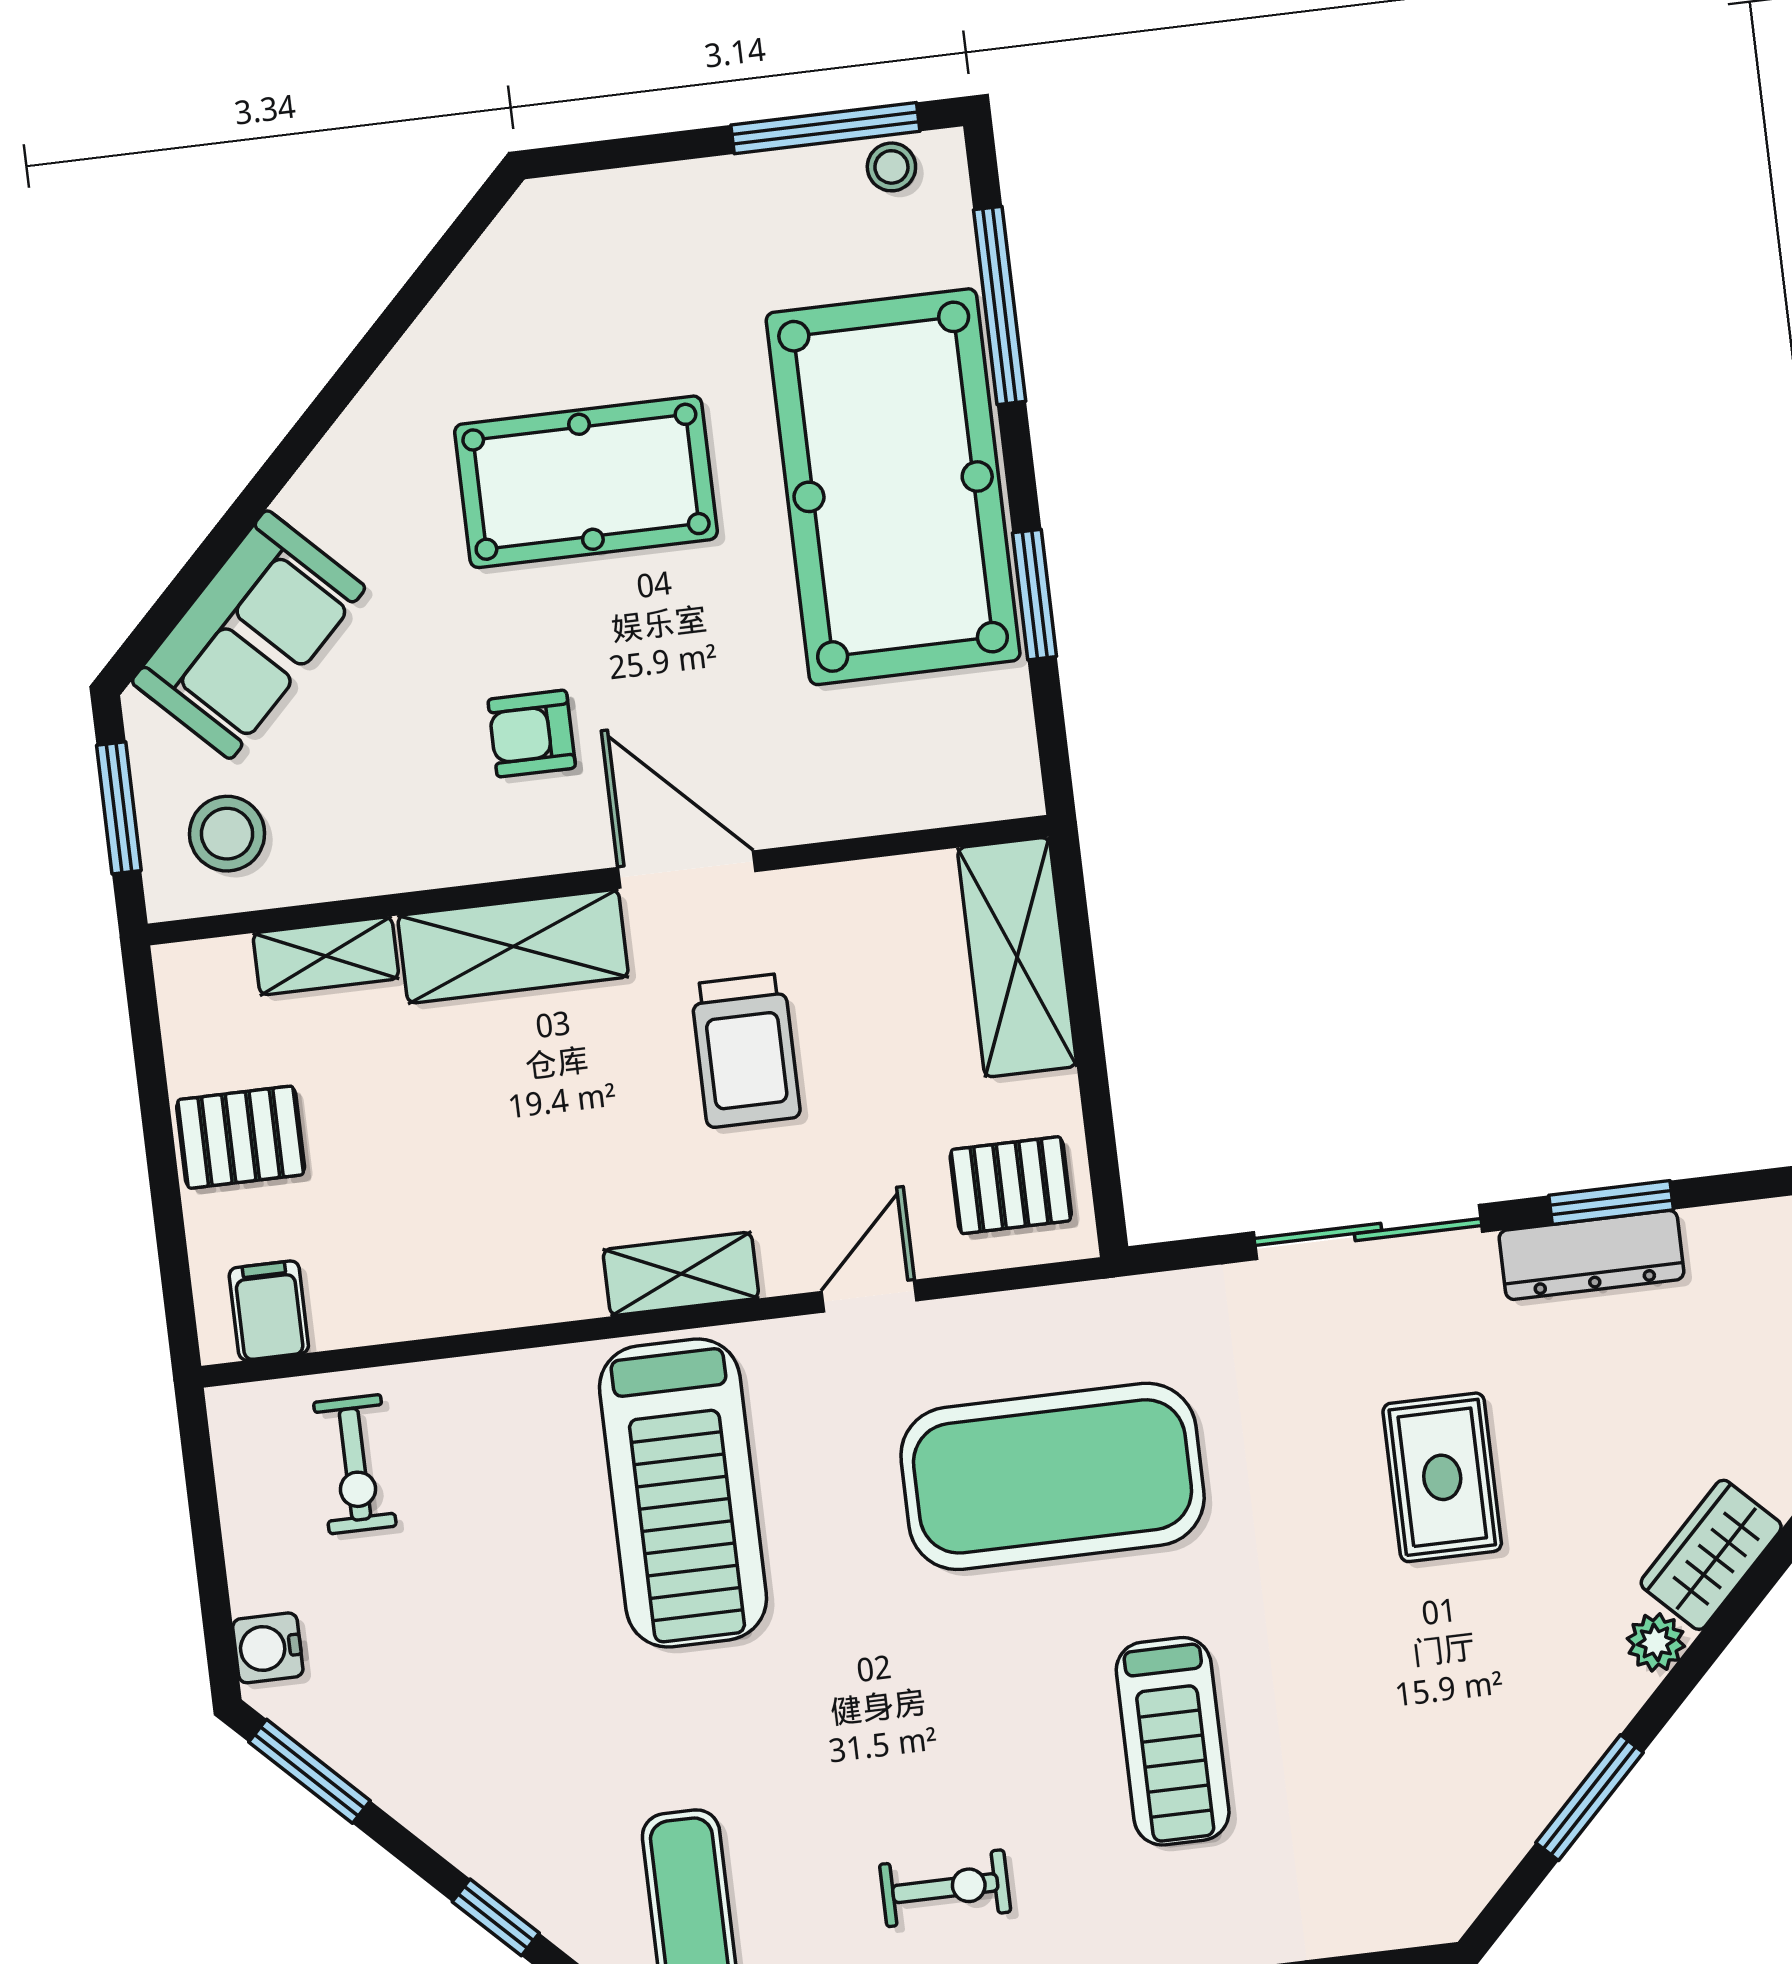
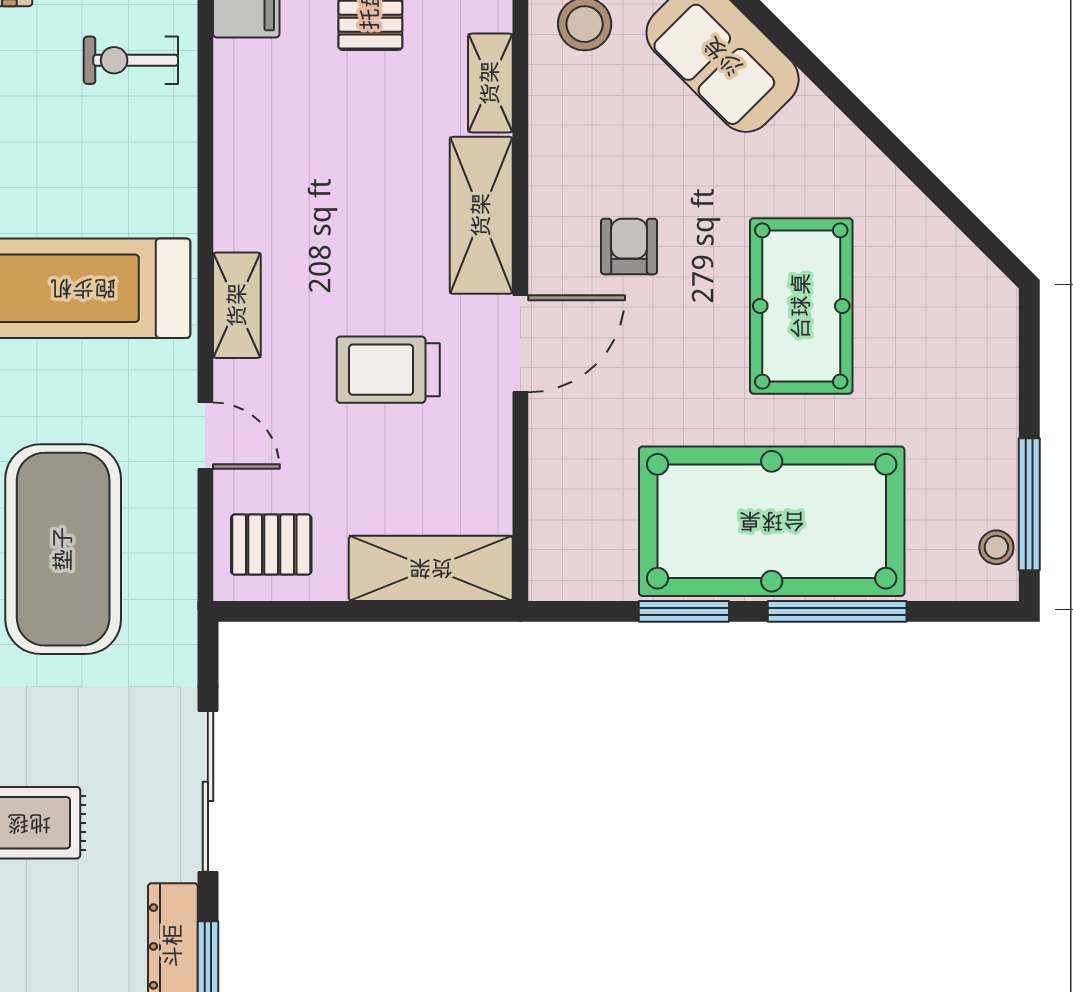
window: (1000, 306) -> (837, 611), moved
pallet: (1011, 1185) -> (271, 545), turned 90

